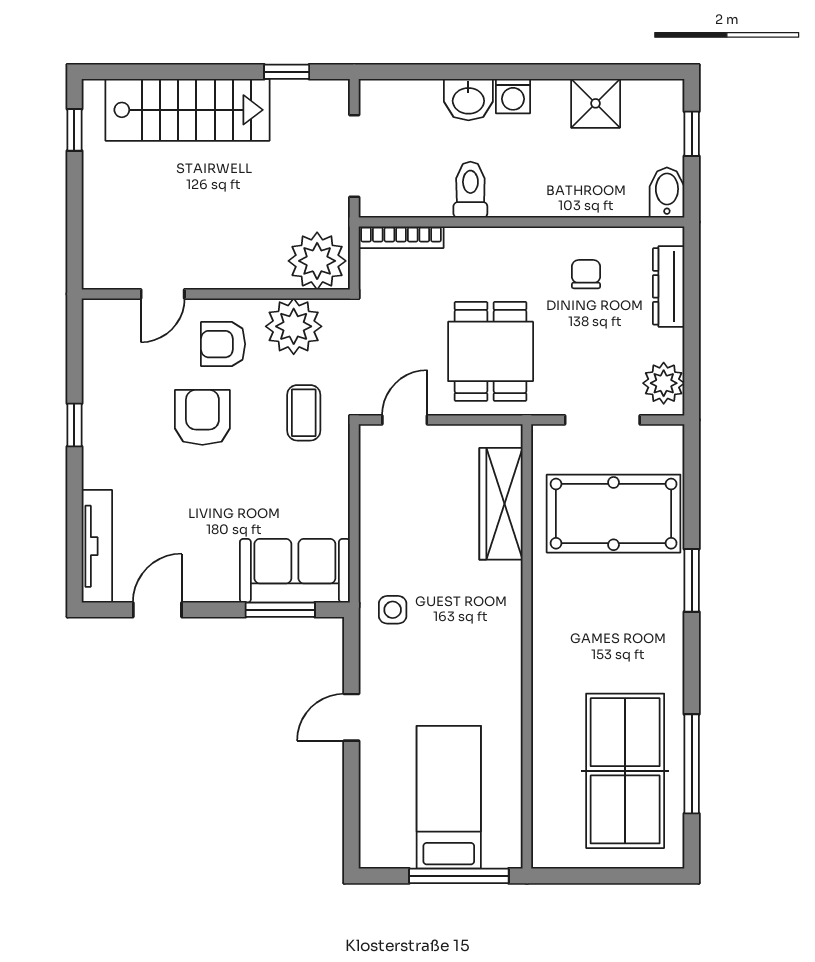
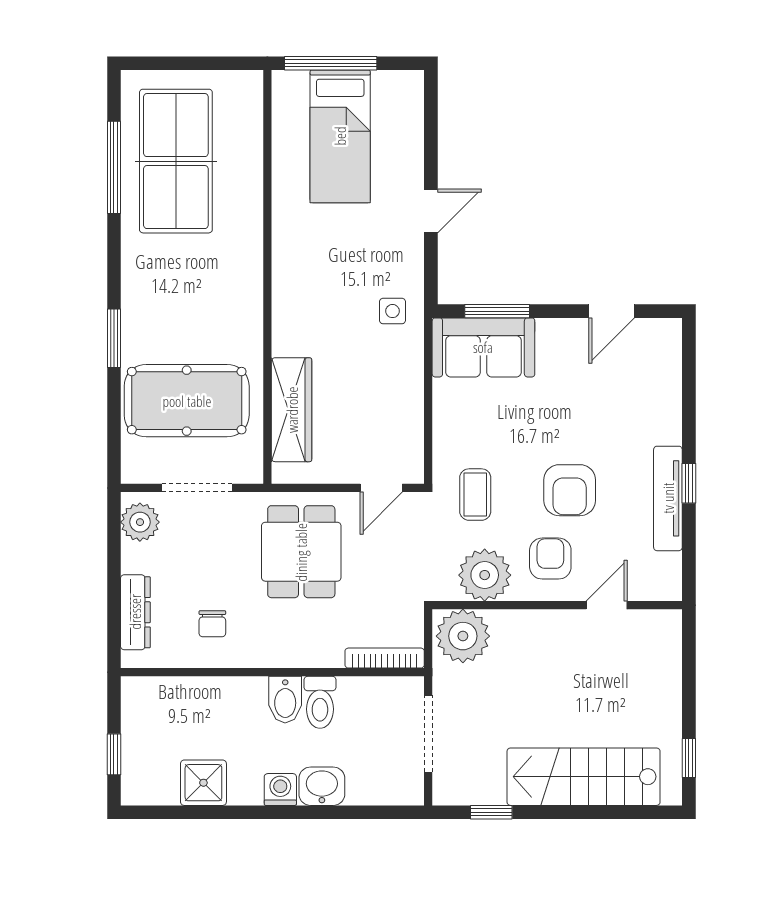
bidet: (667, 193) -> (285, 700), moved
armchair: (223, 344) -> (550, 559), turned -90
tv unit: (97, 546) -> (668, 498), moved

